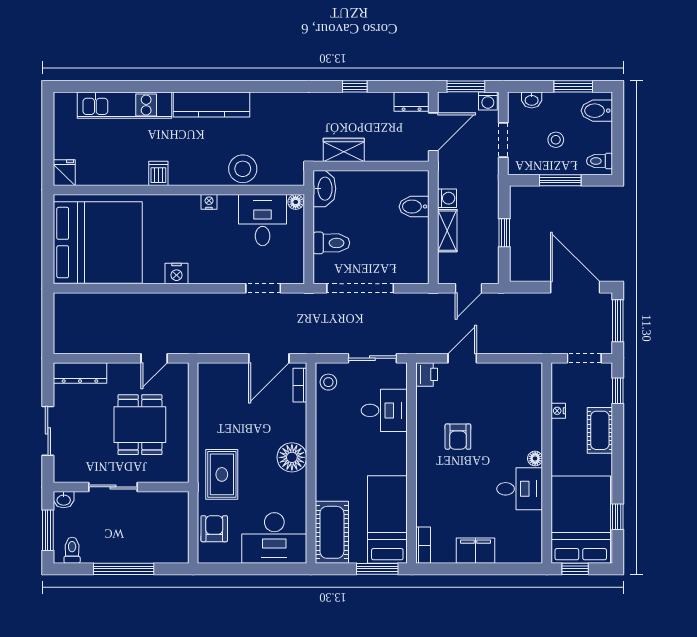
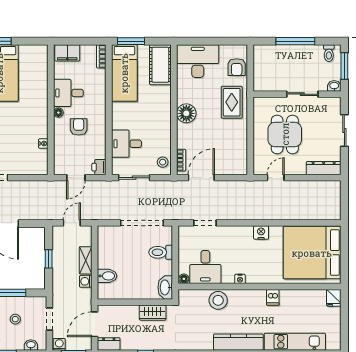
nightstand: (558, 411) -> (43, 144), moved
floor lamp: (535, 459) -> (58, 113), moved
wall: (547, 463) -> (51, 110), moved
desk: (520, 489) -> (68, 93), moved

